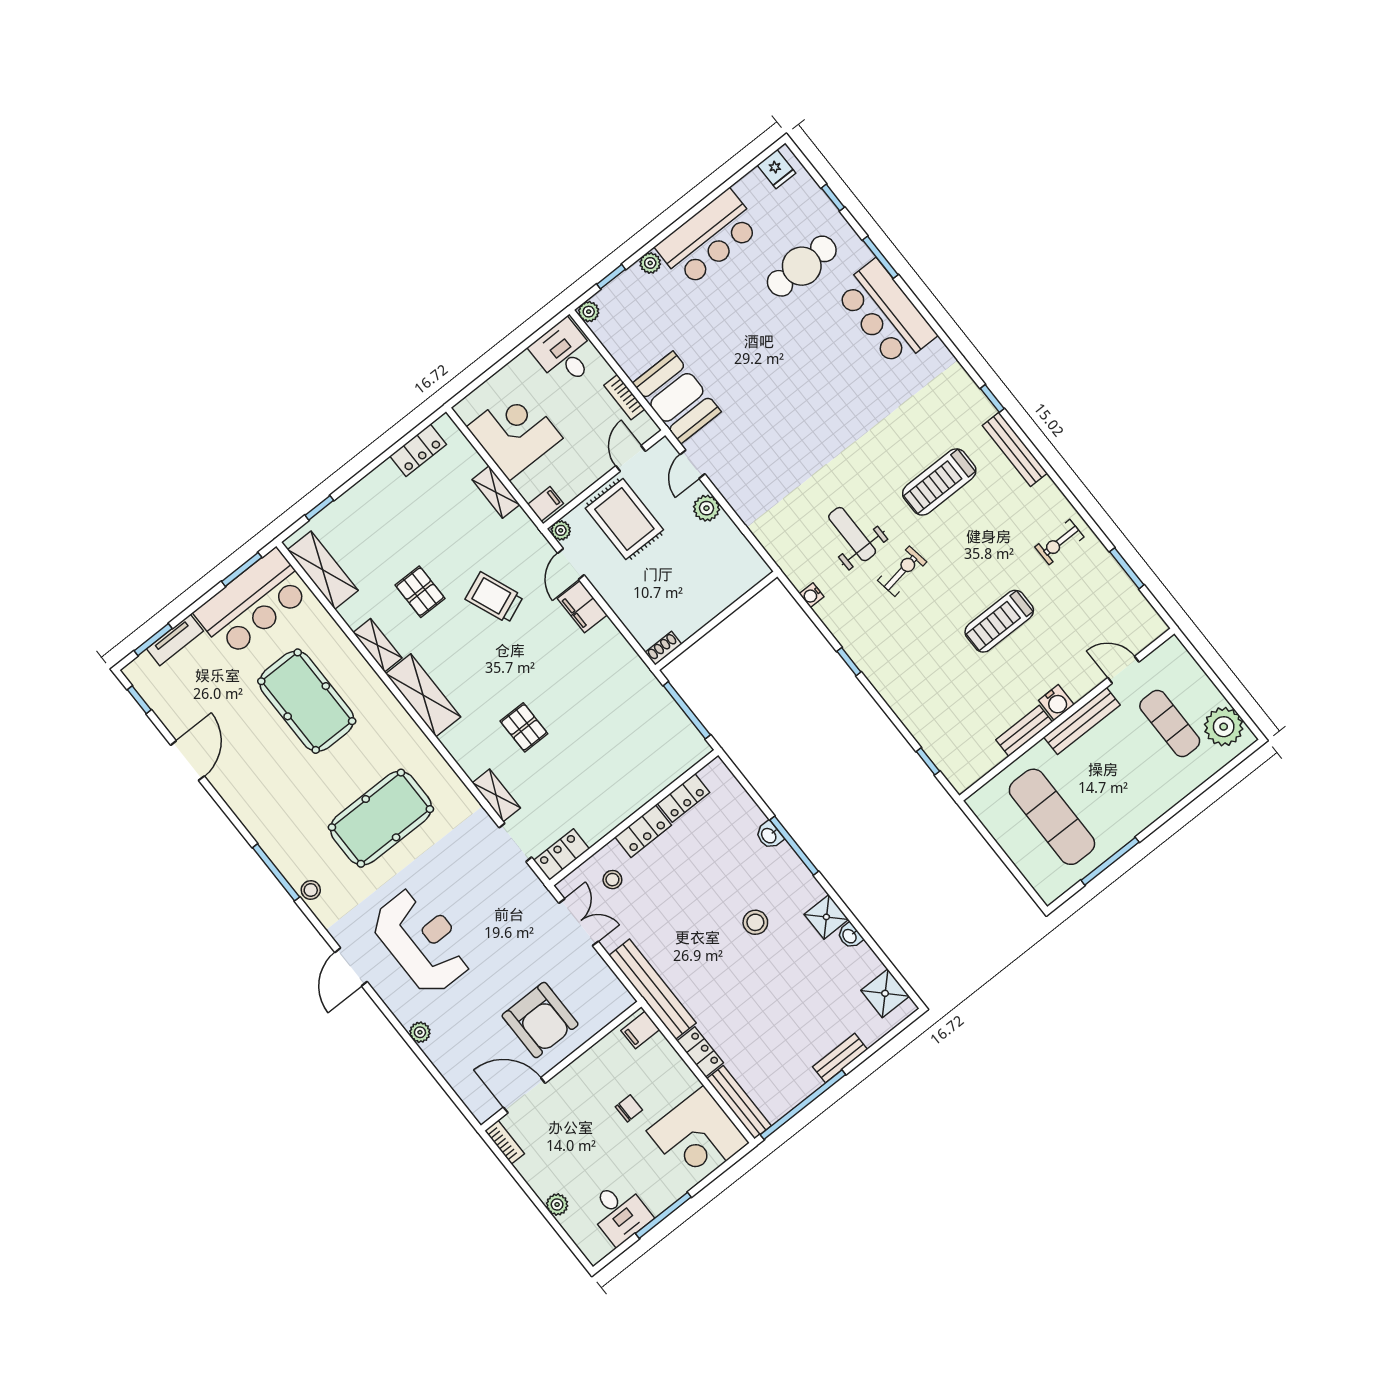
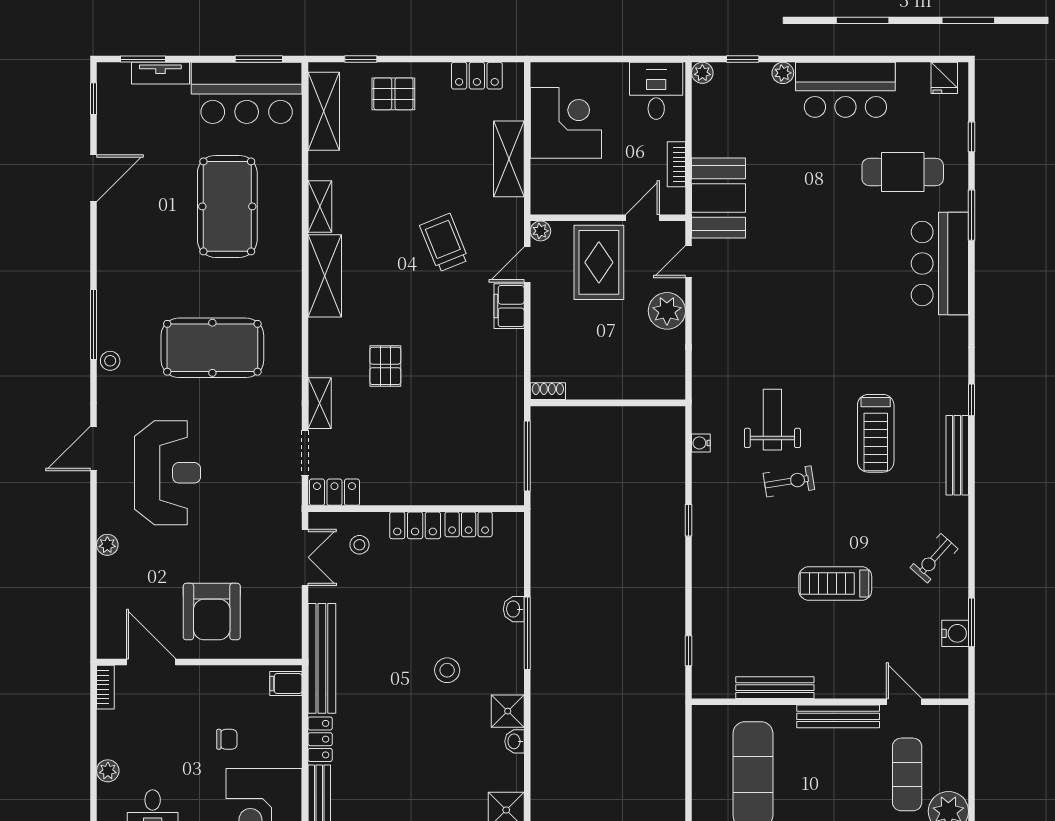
treadmill: (939, 482) -> (876, 433), turned -90
shelving: (496, 492) -> (509, 159), width x1.50, depth x1.33
filing cabinet: (546, 504) -> (545, 200), removed
plant: (706, 508) -> (667, 311), width x1.36, depth x1.36
exercise bike: (1059, 542) -> (934, 558), turned -48
pallet: (420, 592) -> (393, 94), moved, turned 90
water cooler: (1056, 703) -> (955, 633), moved, turned -90
bench: (1024, 731) -> (775, 688), width x1.36

